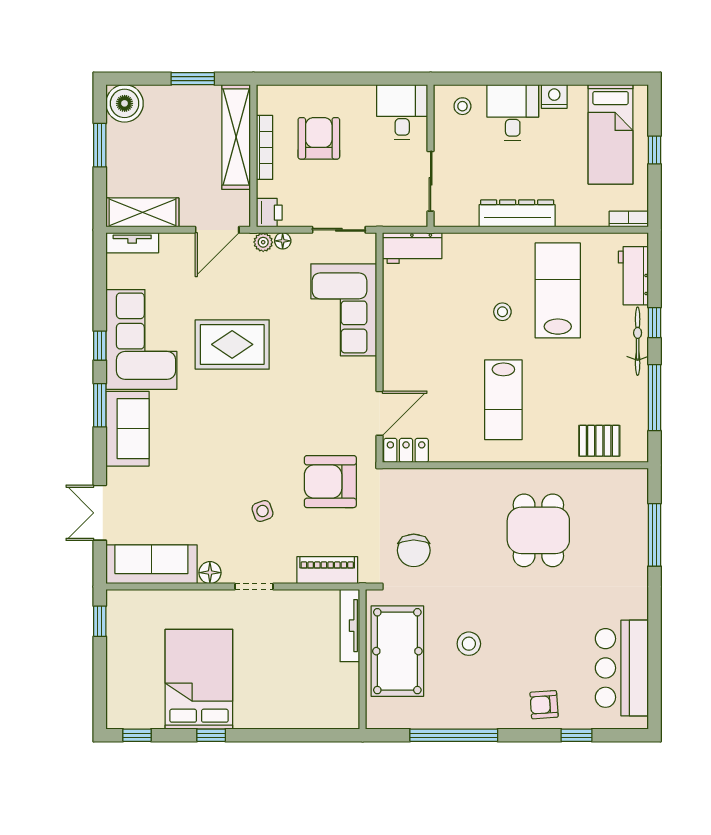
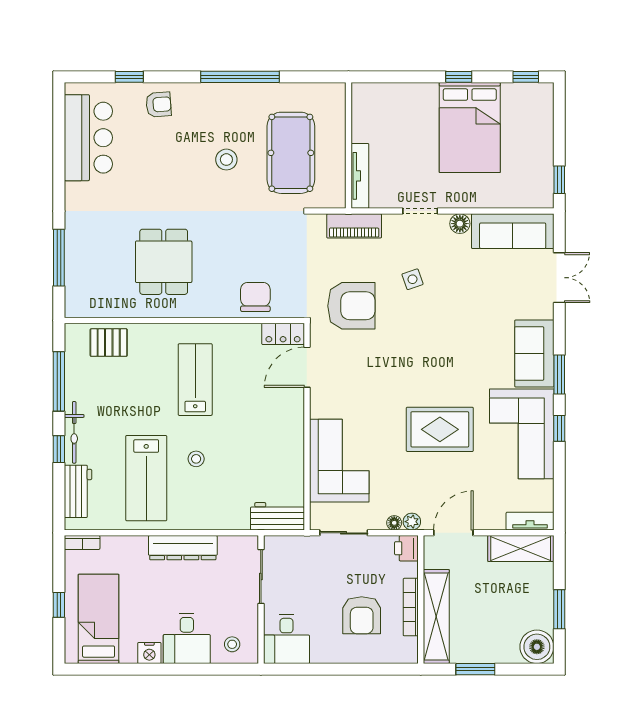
chair: (414, 550) -> (255, 297), moved
tv unit: (350, 626) -> (360, 176), moved
wall: (363, 659) -> (348, 145), moved

